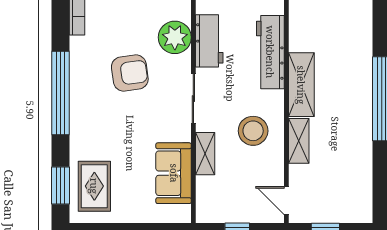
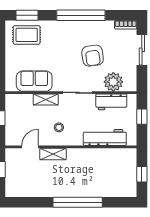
shelving: (301, 85) -> (86, 156), removed
stool: (253, 131) -> (59, 127), width x0.53, depth x0.53
door: (286, 200) -> (30, 147), moved

